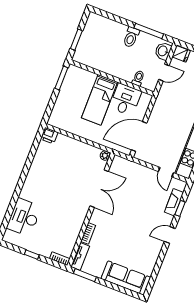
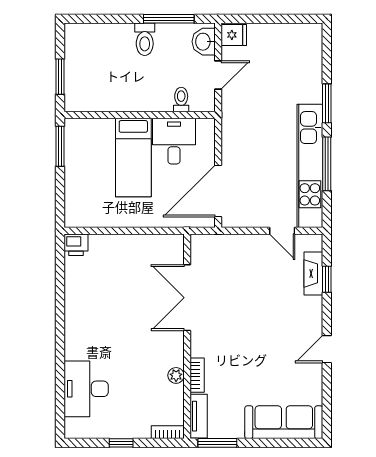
plant: (105, 156) -> (176, 375), moved
double door: (99, 189) -> (187, 298), swing flipped
door: (170, 235) -> (327, 349), moved

